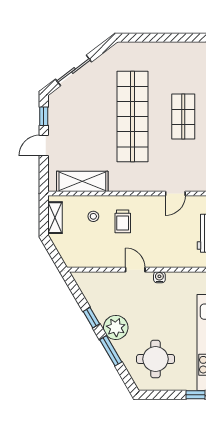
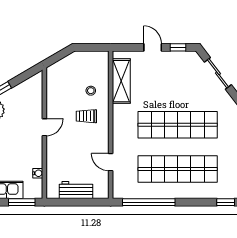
shop shelf: (183, 117) -> (178, 169), width x2.00, depth x1.36
shelving: (55, 218) -> (90, 57), removed
water cooler: (159, 277) -> (38, 173), moved

